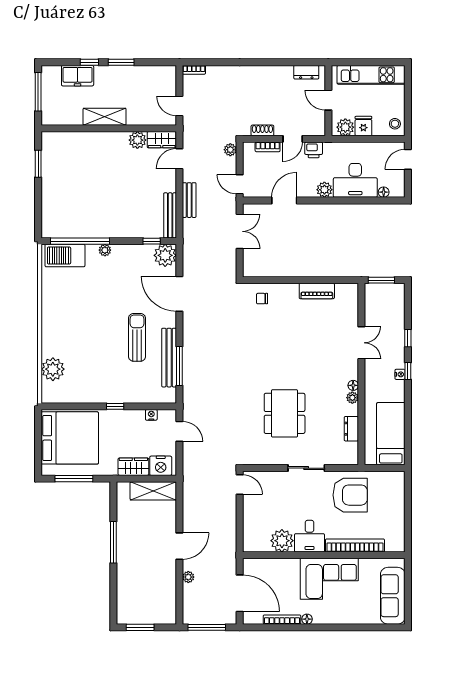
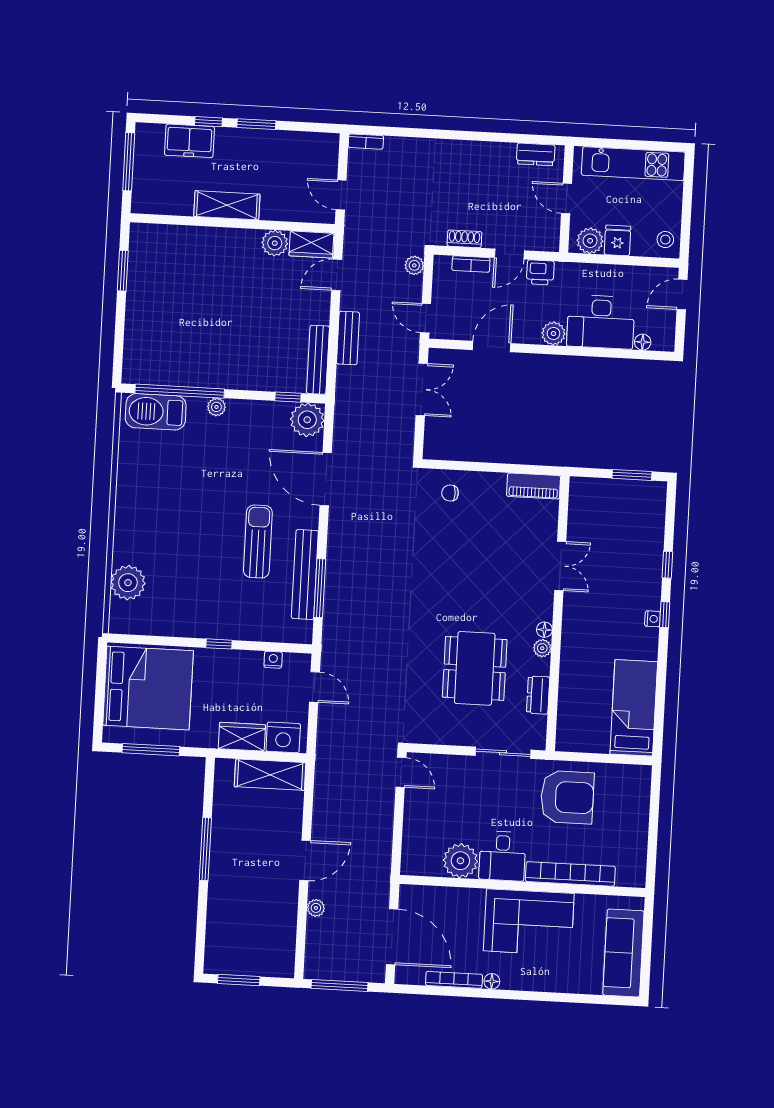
double door: (361, 343) -> (560, 566), moved
wall: (361, 374) -> (558, 613), moved
floor lamp: (353, 385) -> (544, 630), moved
plant: (352, 398) -> (542, 648), moved
dresser: (351, 429) -> (538, 695), moved

